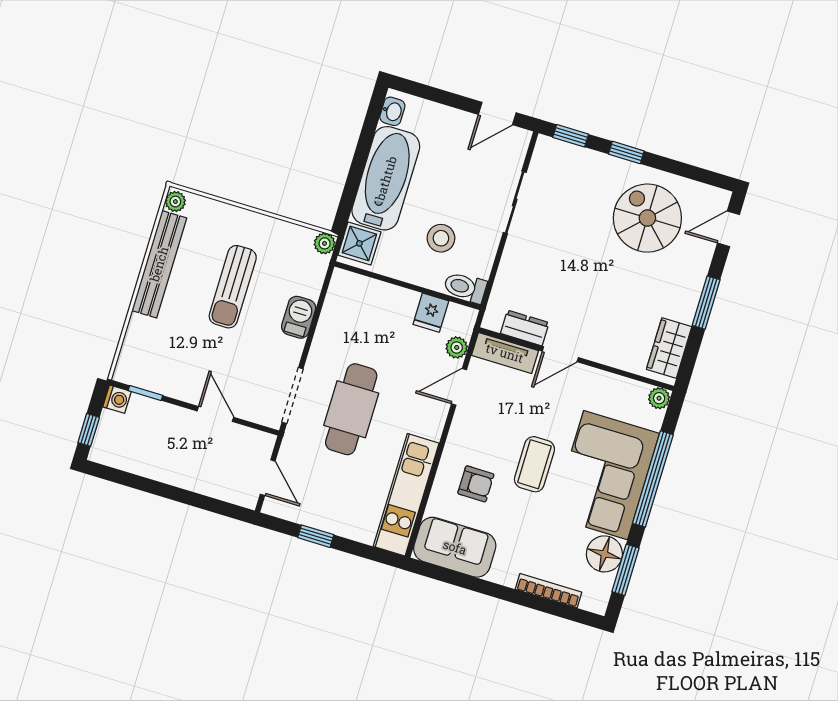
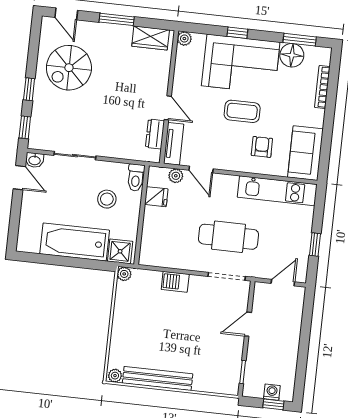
washbasin: (392, 111) -> (35, 160), moved, turned 180
sun lounger: (233, 287) -> (163, 328), removed
washing machine: (117, 399) -> (272, 392), moved
window: (653, 479) -> (237, 33), width x0.32

